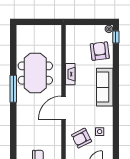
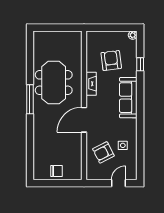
window: (116, 37) -> (140, 64), moved
armchair: (100, 51) -> (111, 61), moved

